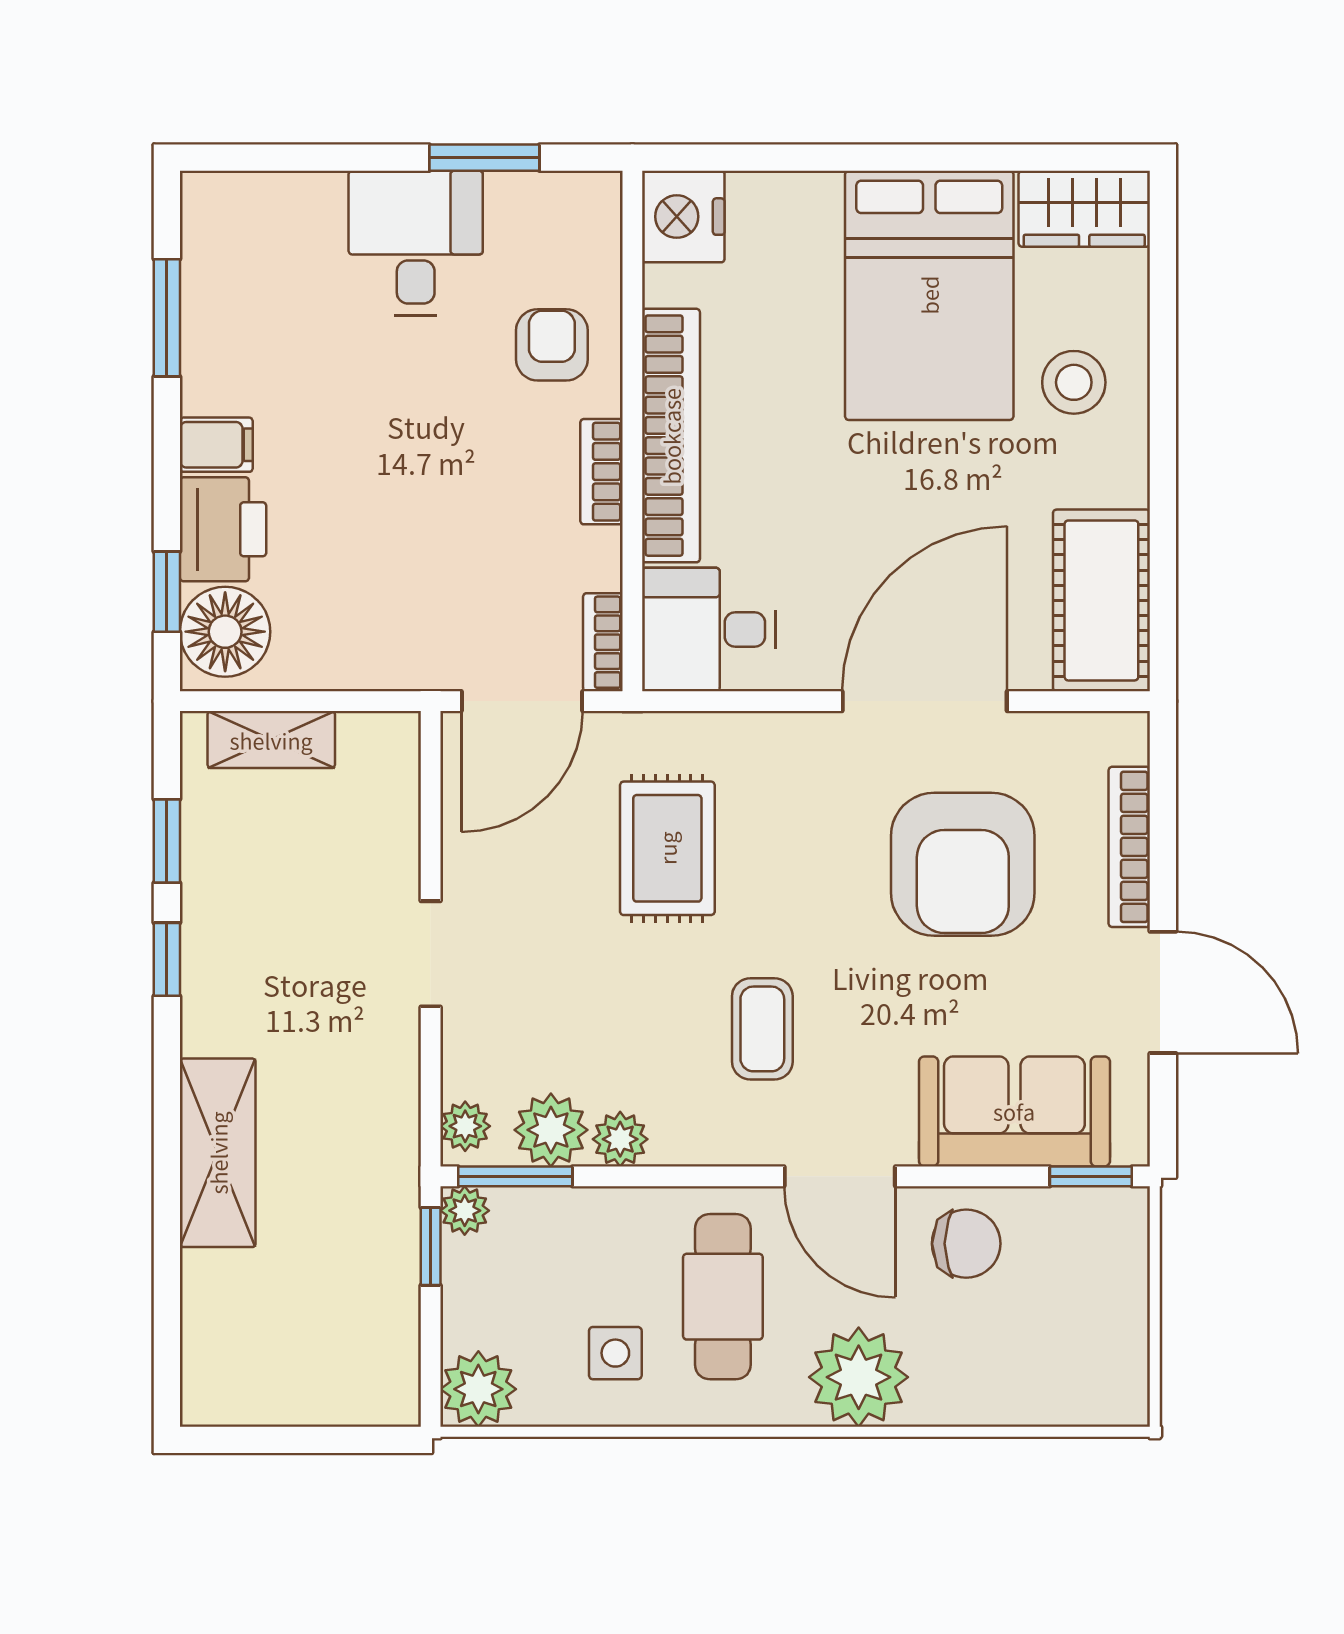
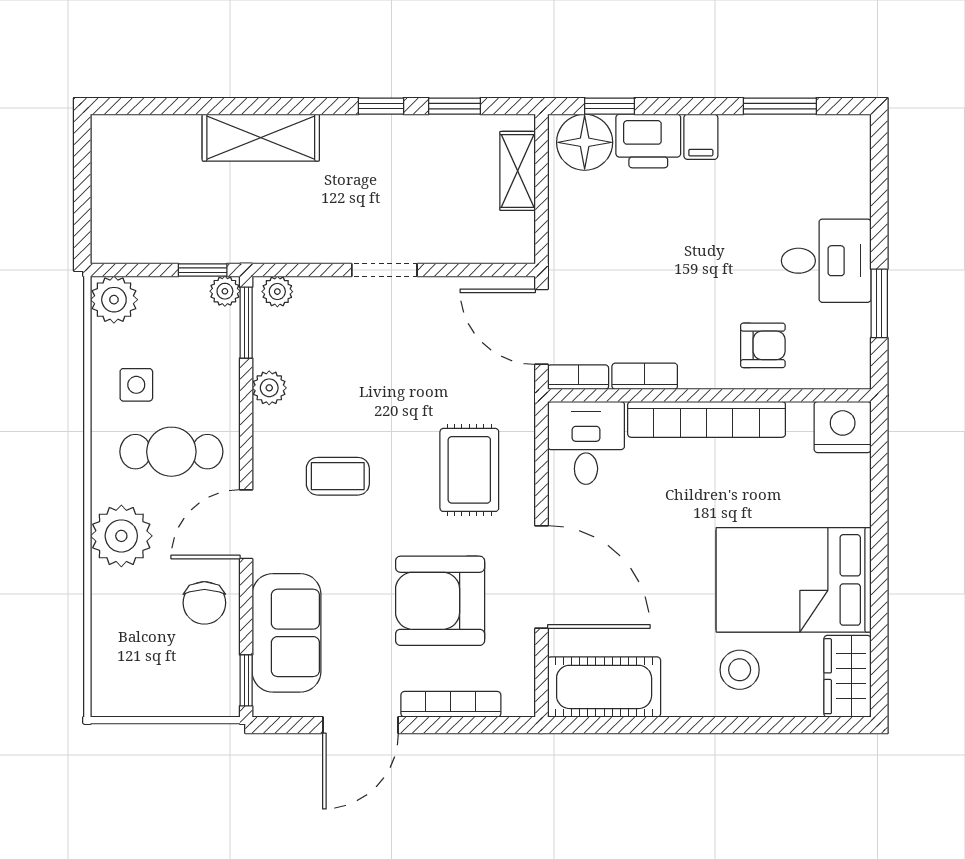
bookcase: (601, 472) -> (645, 376), moved
rug: (667, 848) -> (469, 470), moved, turned 90
plant: (551, 1130) -> (275, 345), removed

